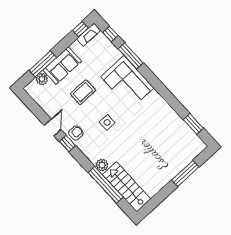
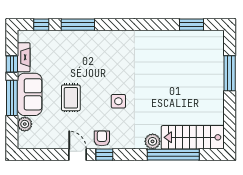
window: (80, 29) -> (12, 64), moved
fireplace: (89, 35) -> (24, 57), moved
window: (43, 64) -> (12, 98), moved
corner sofa: (127, 82) -> (99, 50), removed

